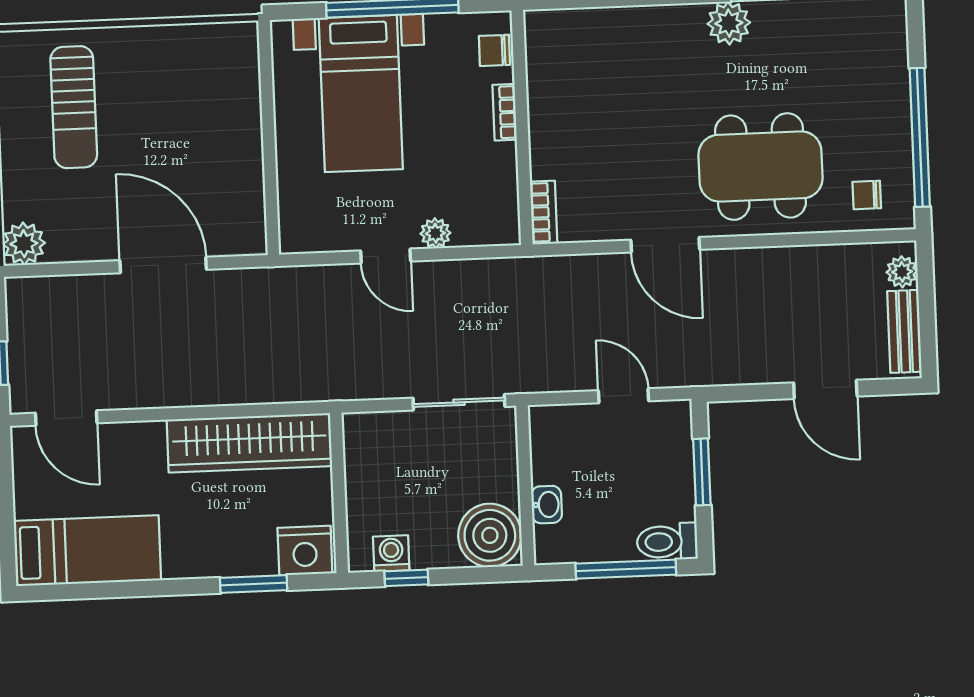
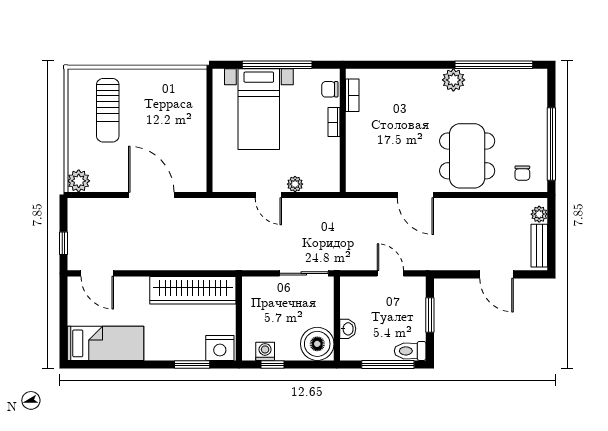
dining table: (761, 167) -> (467, 156), turned 90
chair: (867, 195) -> (522, 173), turned -90
bookcase: (544, 212) -> (352, 95), moved

